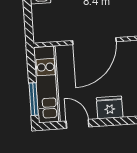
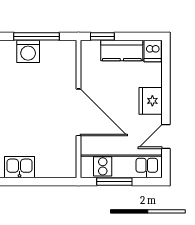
window: (34, 99) -> (114, 182), moved

